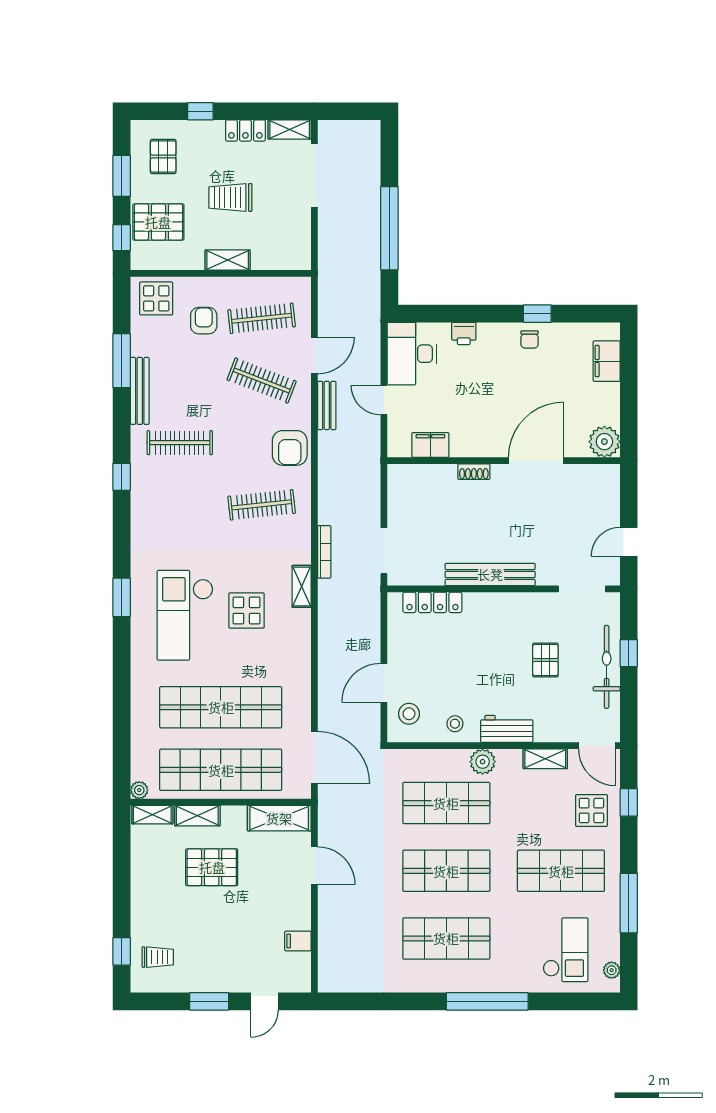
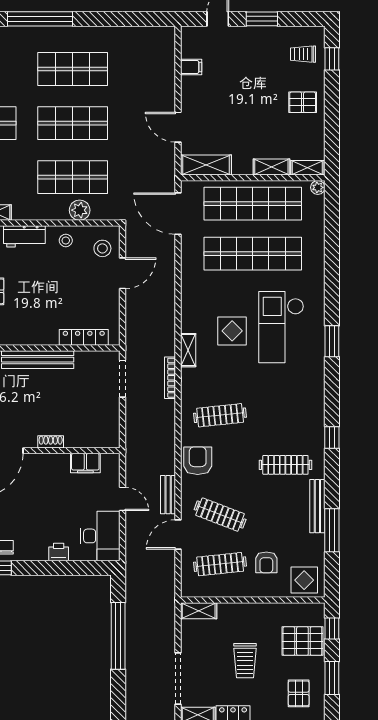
trolley: (230, 197) -> (245, 661), turned 90
shelving: (228, 260) -> (199, 611), moved
checkout: (185, 615) -> (281, 327), turned 180
plant: (483, 762) -> (80, 210), moved
pallet: (212, 867) -> (303, 102), moved, width x0.67, depth x0.71

